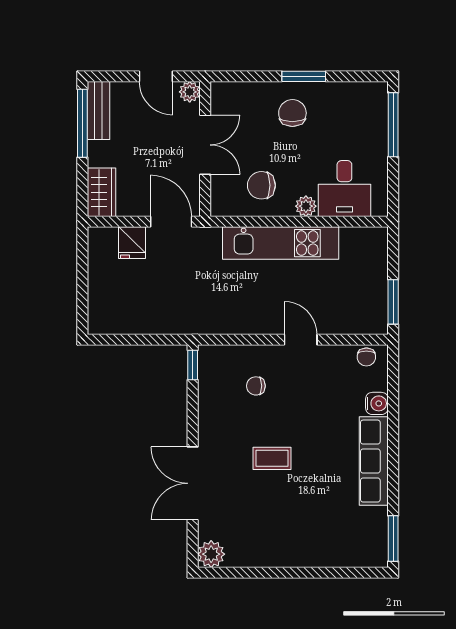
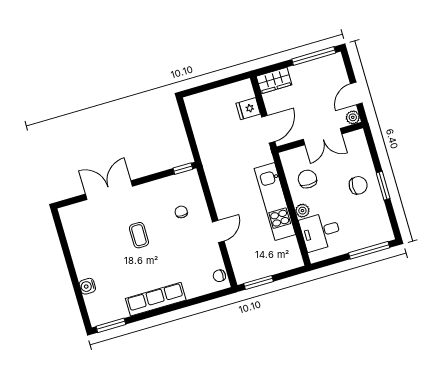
bench: (98, 110) -> (325, 64), removed
water cooler: (377, 403) -> (87, 286), moved, turned 90
plant: (211, 554) -> (68, 215), removed

